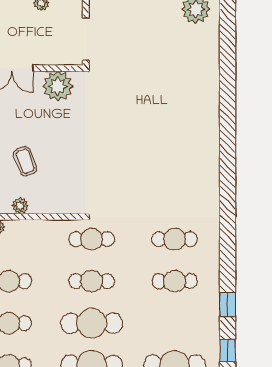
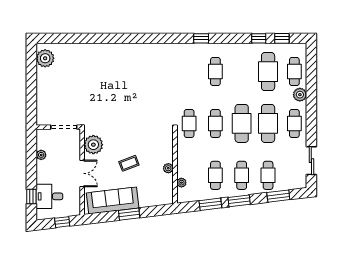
coffee table: (25, 161) -> (129, 163), moved
cafe table: (175, 239) -> (189, 72), removed
window: (228, 305) -> (201, 38), moved

